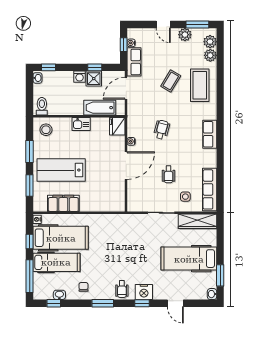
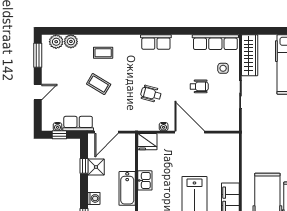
plant: (185, 35) -> (49, 69), removed
washing machine: (80, 77) -> (94, 198), moved
coffee table: (200, 85) -> (103, 53), width x0.54, depth x0.58
door: (126, 88) -> (106, 132), hinge flipped
bathtub: (100, 108) -> (127, 188), moved

